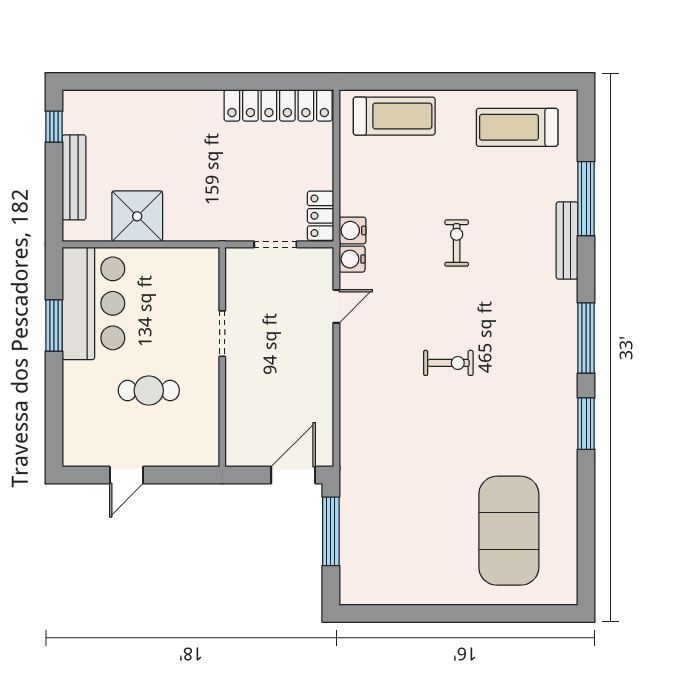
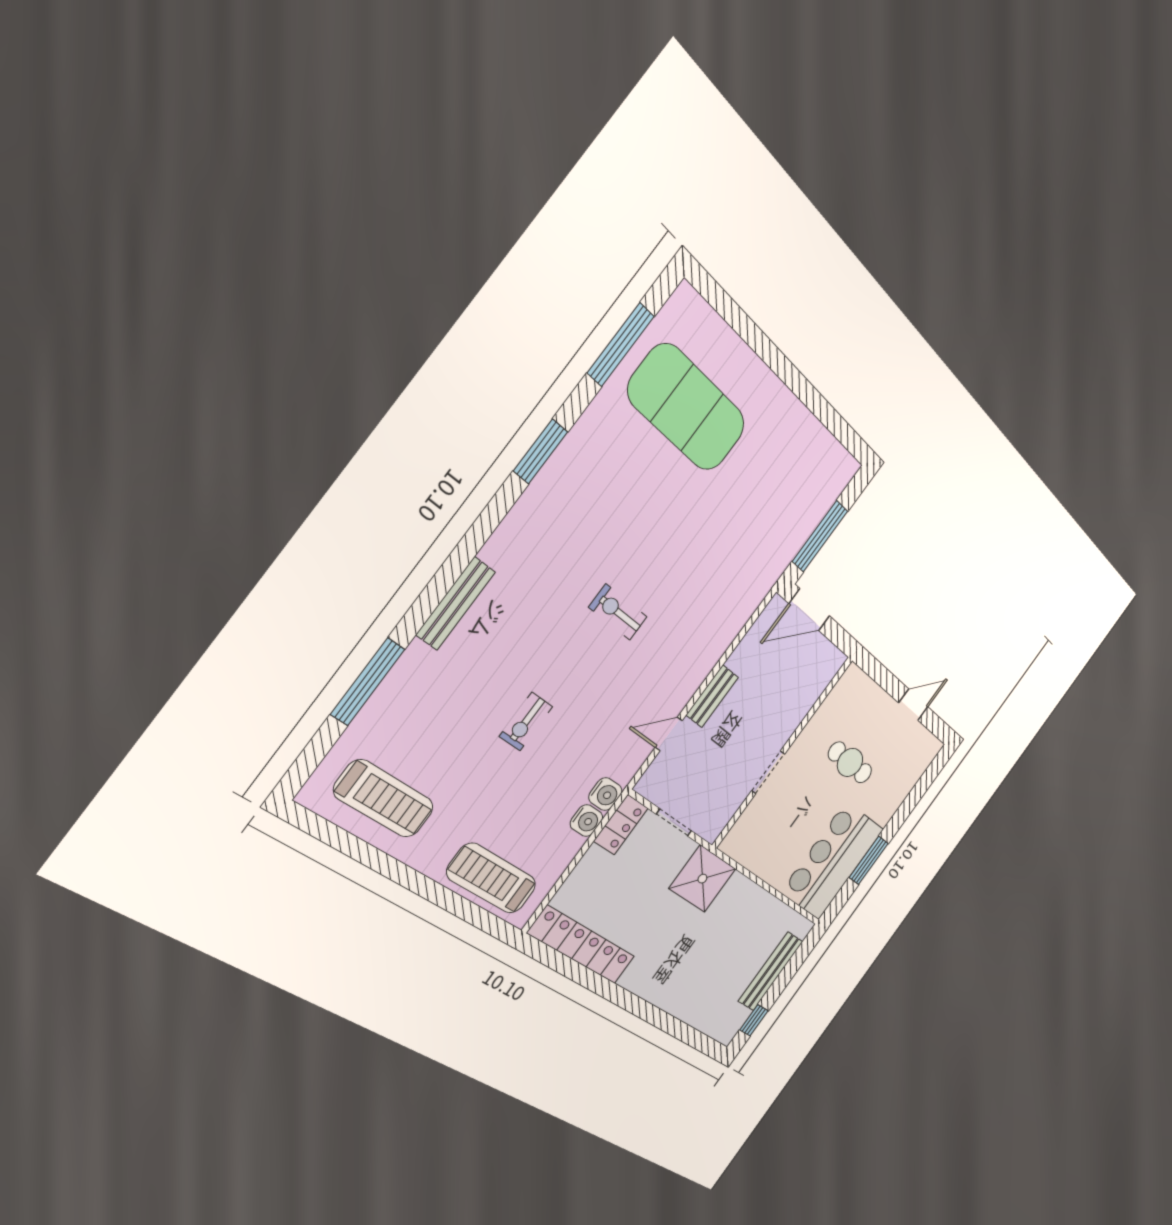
shower: (137, 216) -> (702, 879), moved
bench: (567, 241) -> (456, 603), moved
water cooler: (352, 259) -> (586, 821), moved
window: (586, 338) -> (621, 345), moved
bench: (323, 357) -> (712, 696), added
exercise mat: (509, 531) -> (687, 408), turned 90

